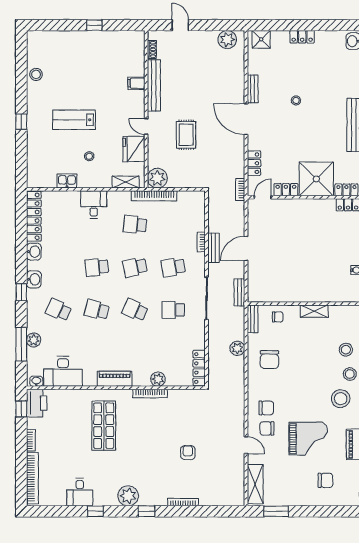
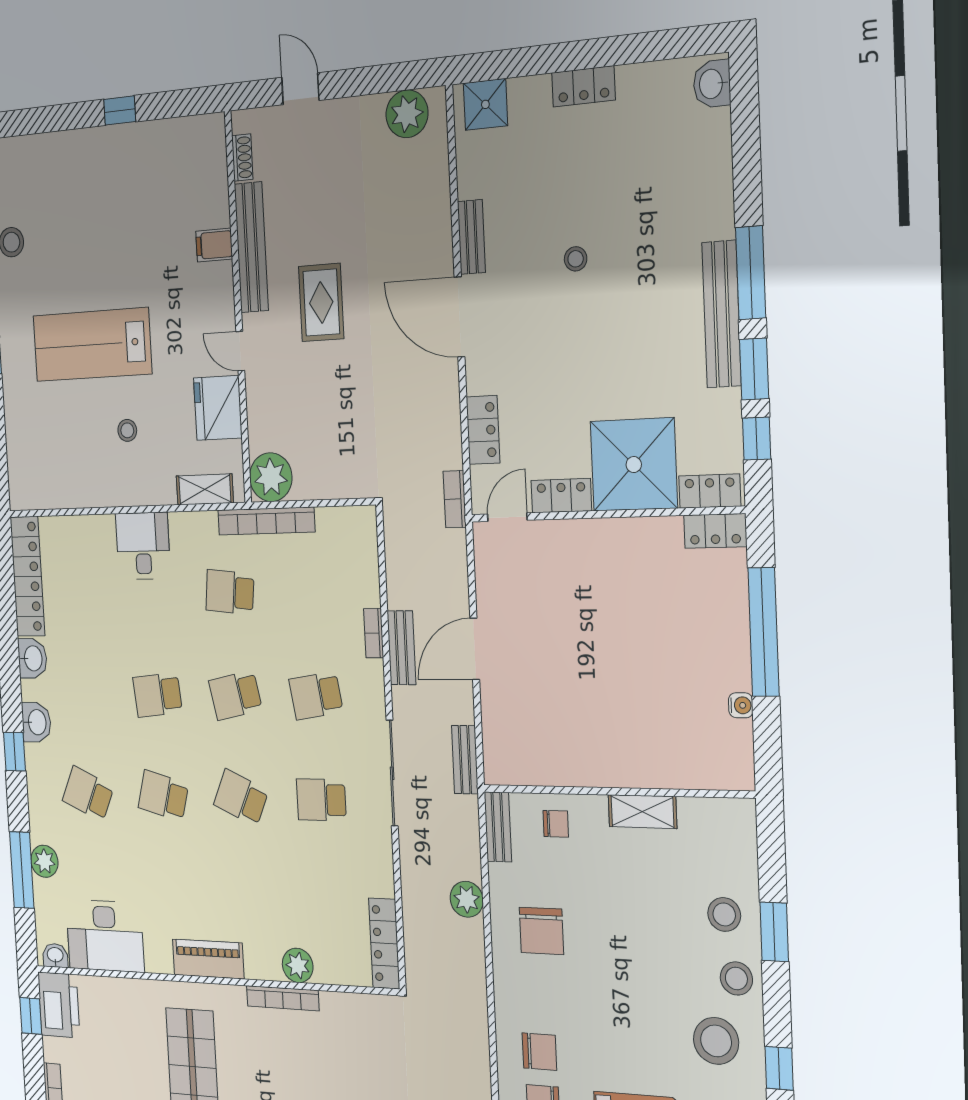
lab bench: (74, 120) -> (92, 345), width x1.36, depth x1.39
rug: (186, 135) -> (321, 302), moved
kitchen sink: (67, 181) -> (87, 491), removed

